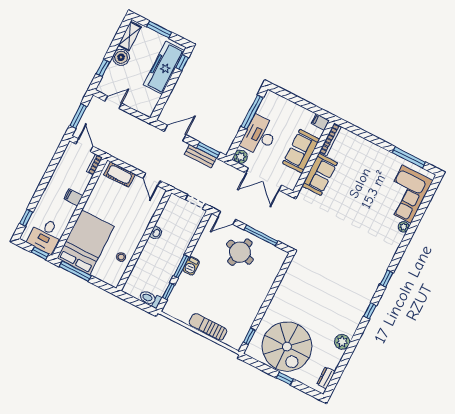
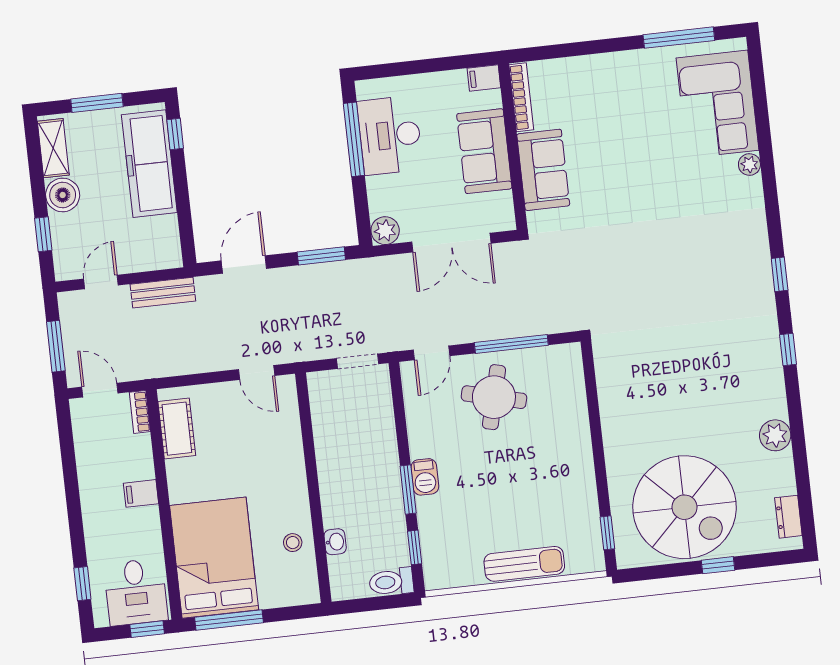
desk: (260, 136) -> (390, 135), moved
bench: (200, 156) -> (163, 293), moved
cot: (120, 175) -> (177, 429), moved, turned 90
washbasin: (156, 233) -> (335, 542), moved
sun lounger: (208, 327) -> (524, 564), turned 180

